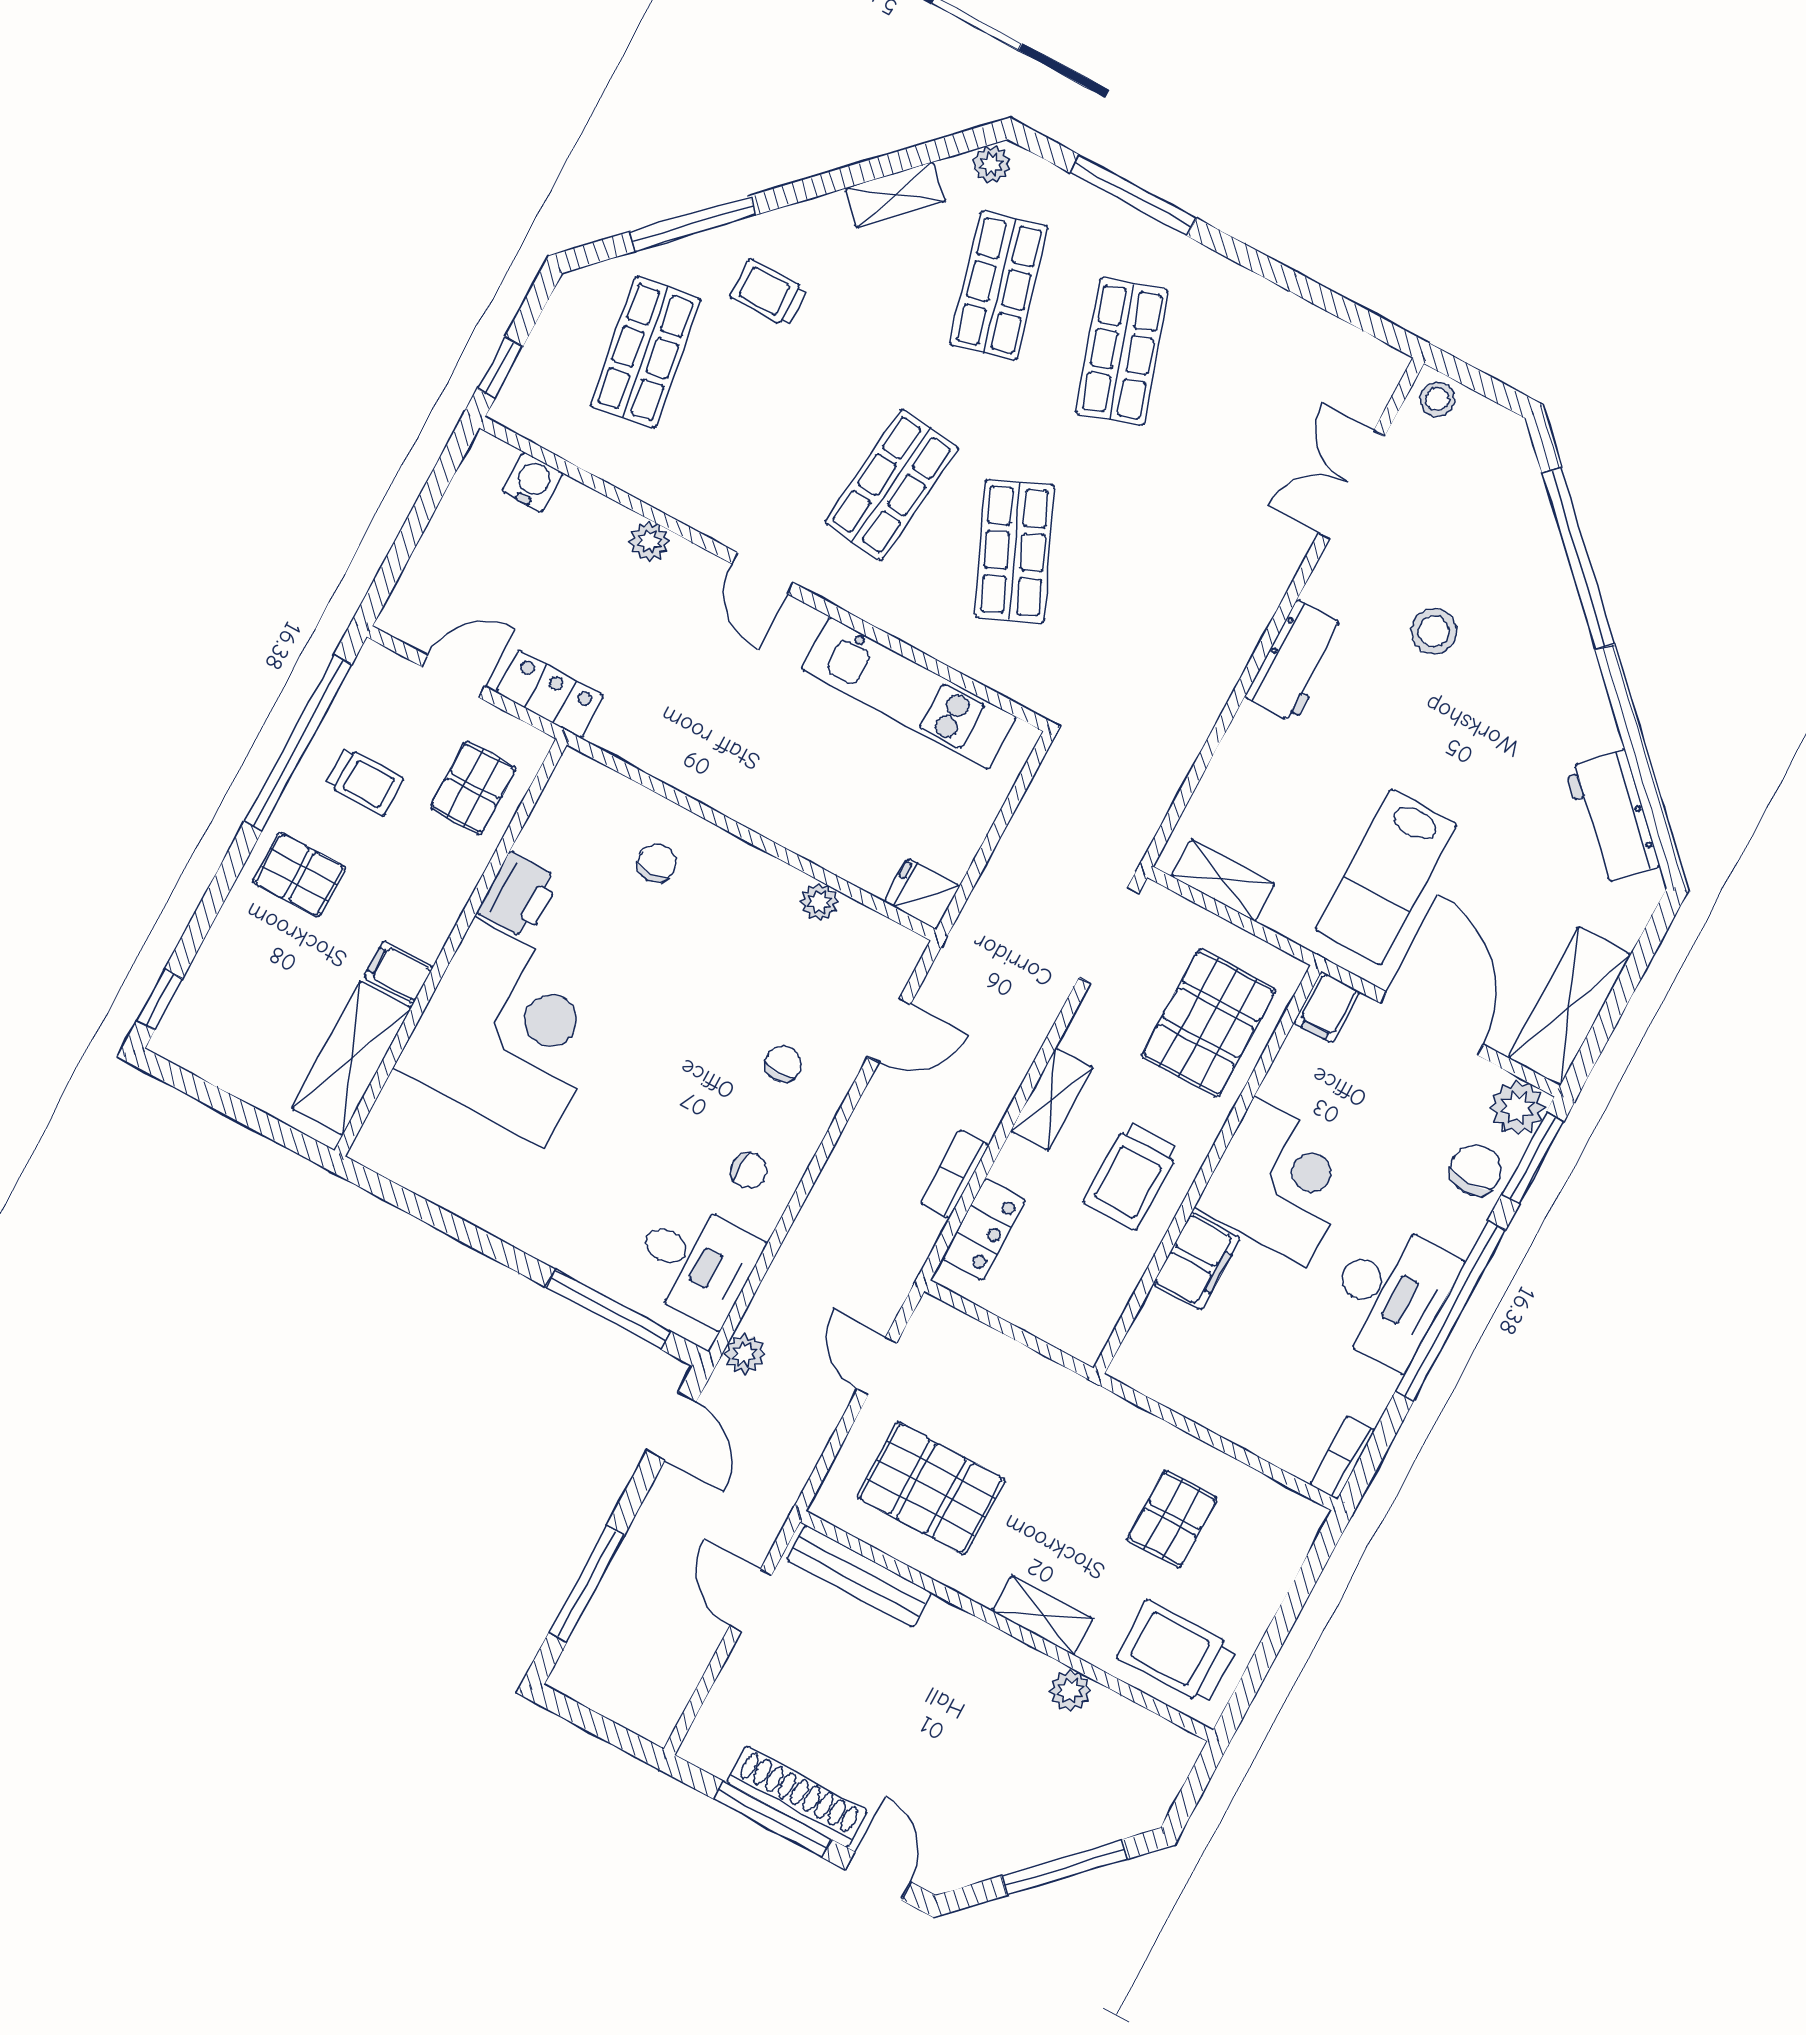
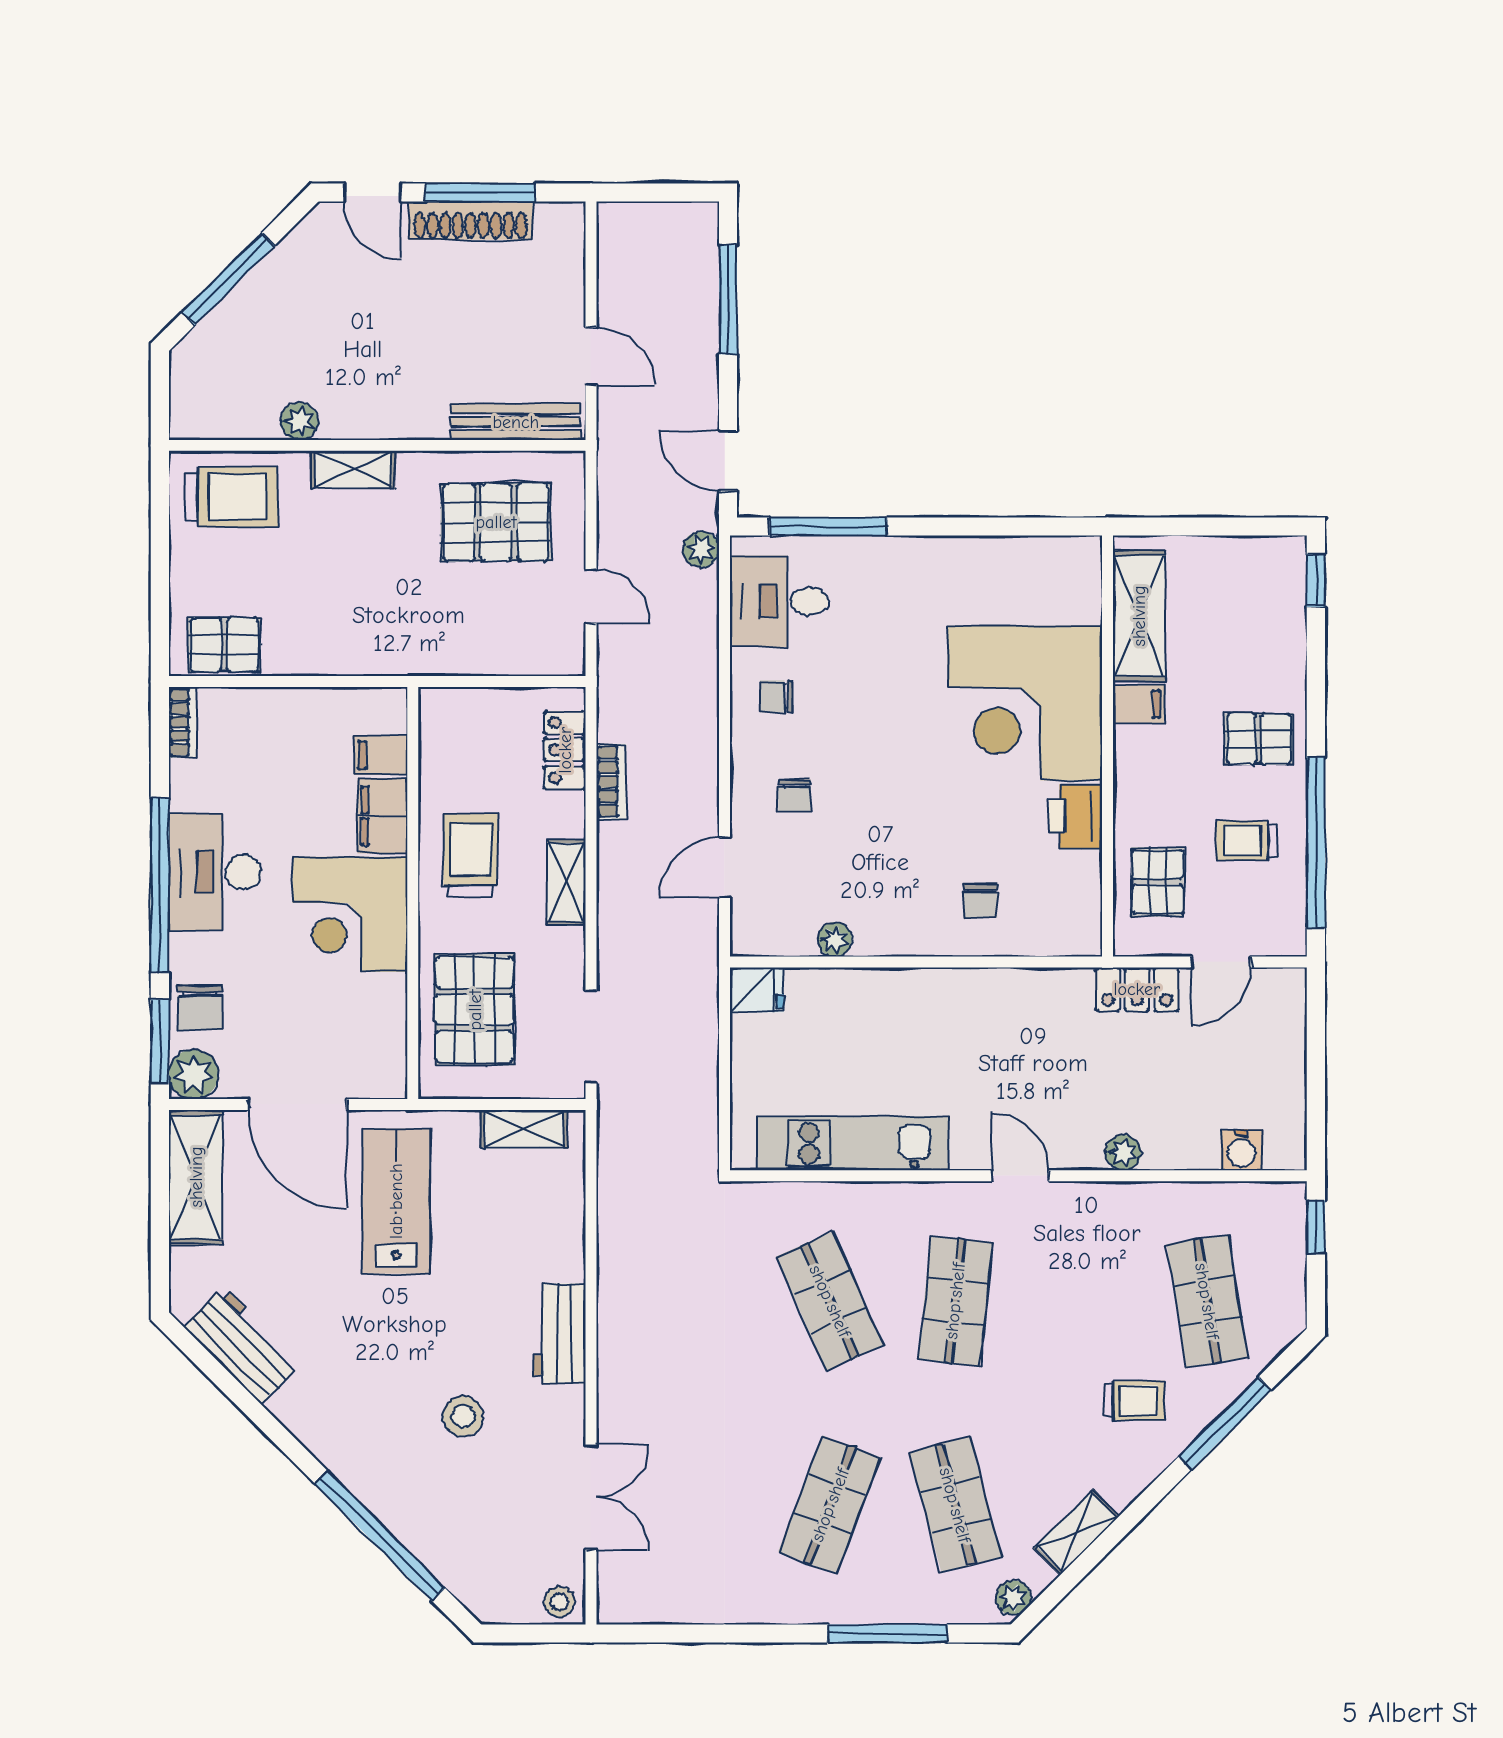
shop shelf: (1122, 352) -> (830, 1505), turned 39
filing cabinet: (1327, 1007) -> (381, 755), moved, turned -90
pallet: (1172, 1519) -> (224, 645), moved, turned 90

